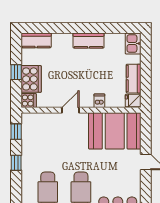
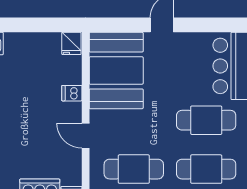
kitchen counter: (134, 79) -> (39, 43), removed
cafe table: (48, 143) -> (134, 169), added

